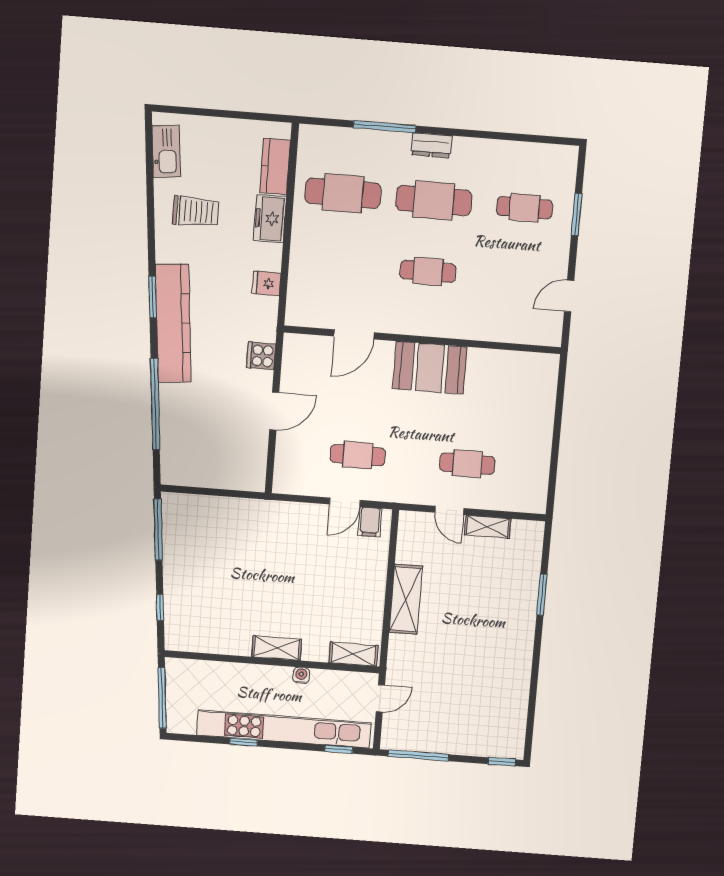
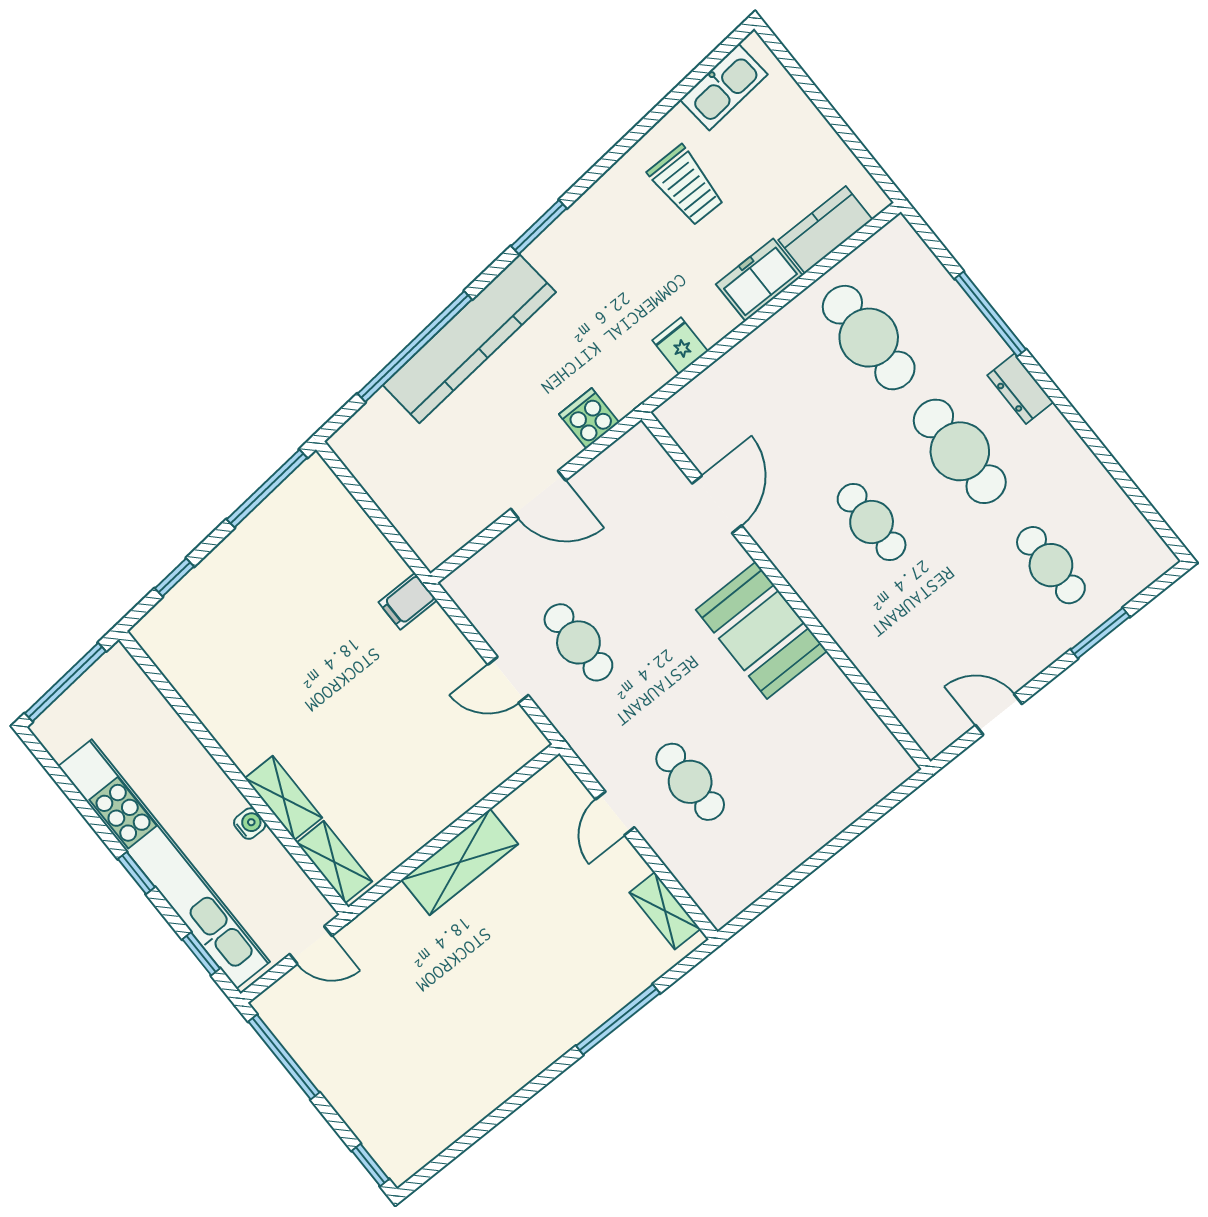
kitchen counter: (173, 323) -> (469, 339), moved
door: (354, 334) -> (717, 504), swing flipped
filing cabinet: (370, 522) -> (408, 601), moved
shelving: (488, 527) -> (665, 911), moved
window: (542, 595) -> (618, 1020), width x1.44
shelving: (277, 648) -> (283, 798), moved
window: (244, 742) -> (136, 873), moved

